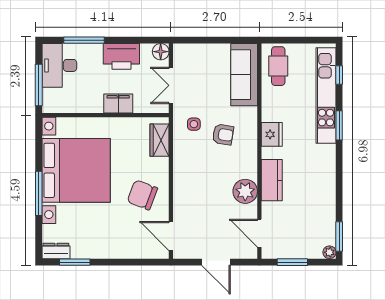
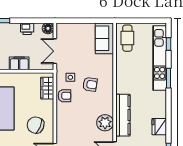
printer: (121, 56) -> (27, 29), width x0.53, depth x0.68
sofa: (244, 75) -> (104, 38), width x0.73
fridge: (272, 134) -> (159, 127), moved, turned 180
armchair: (185, 151) -> (65, 96), added
kitchen counter: (272, 180) -> (123, 115), width x1.50

